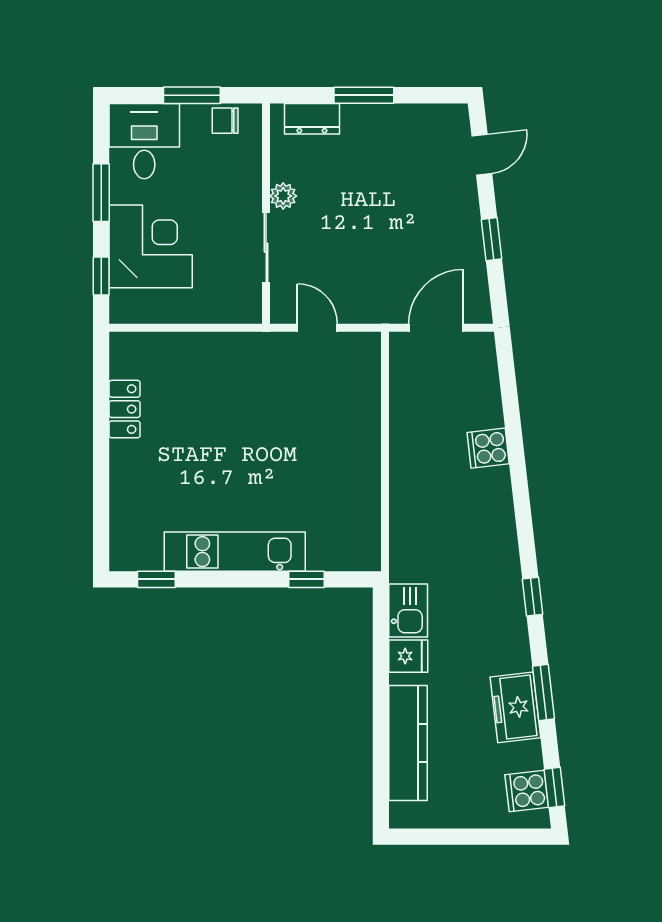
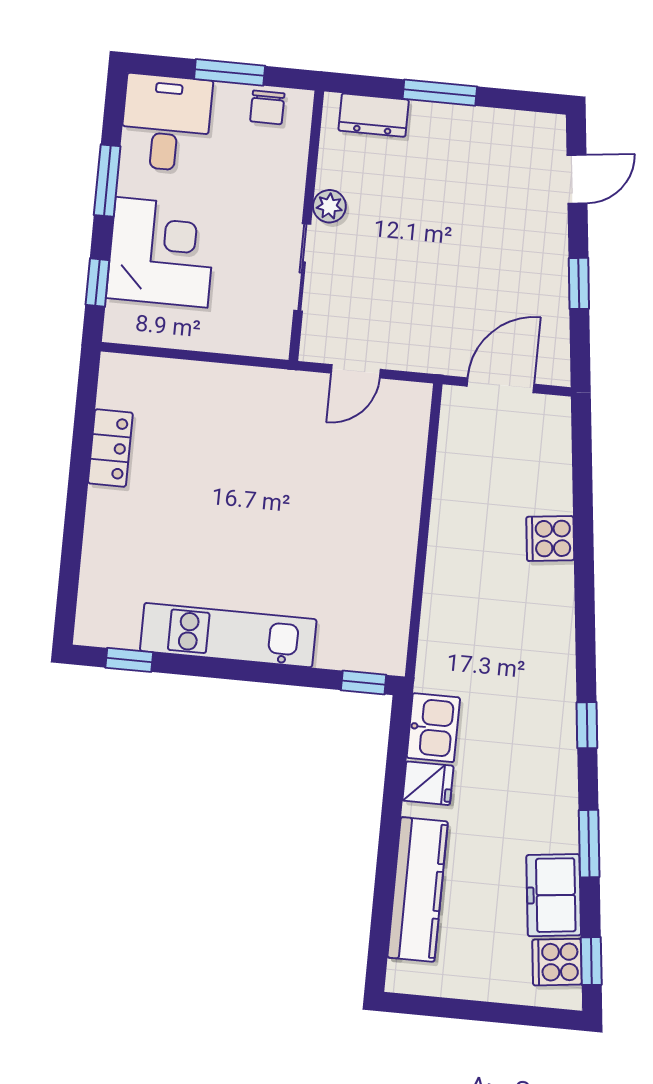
chair: (225, 121) -> (267, 107), turned -90
door: (317, 328) -> (356, 371), swing flipped
window: (306, 579) -> (364, 683), moved
freezer: (515, 707) -> (554, 895), moved

